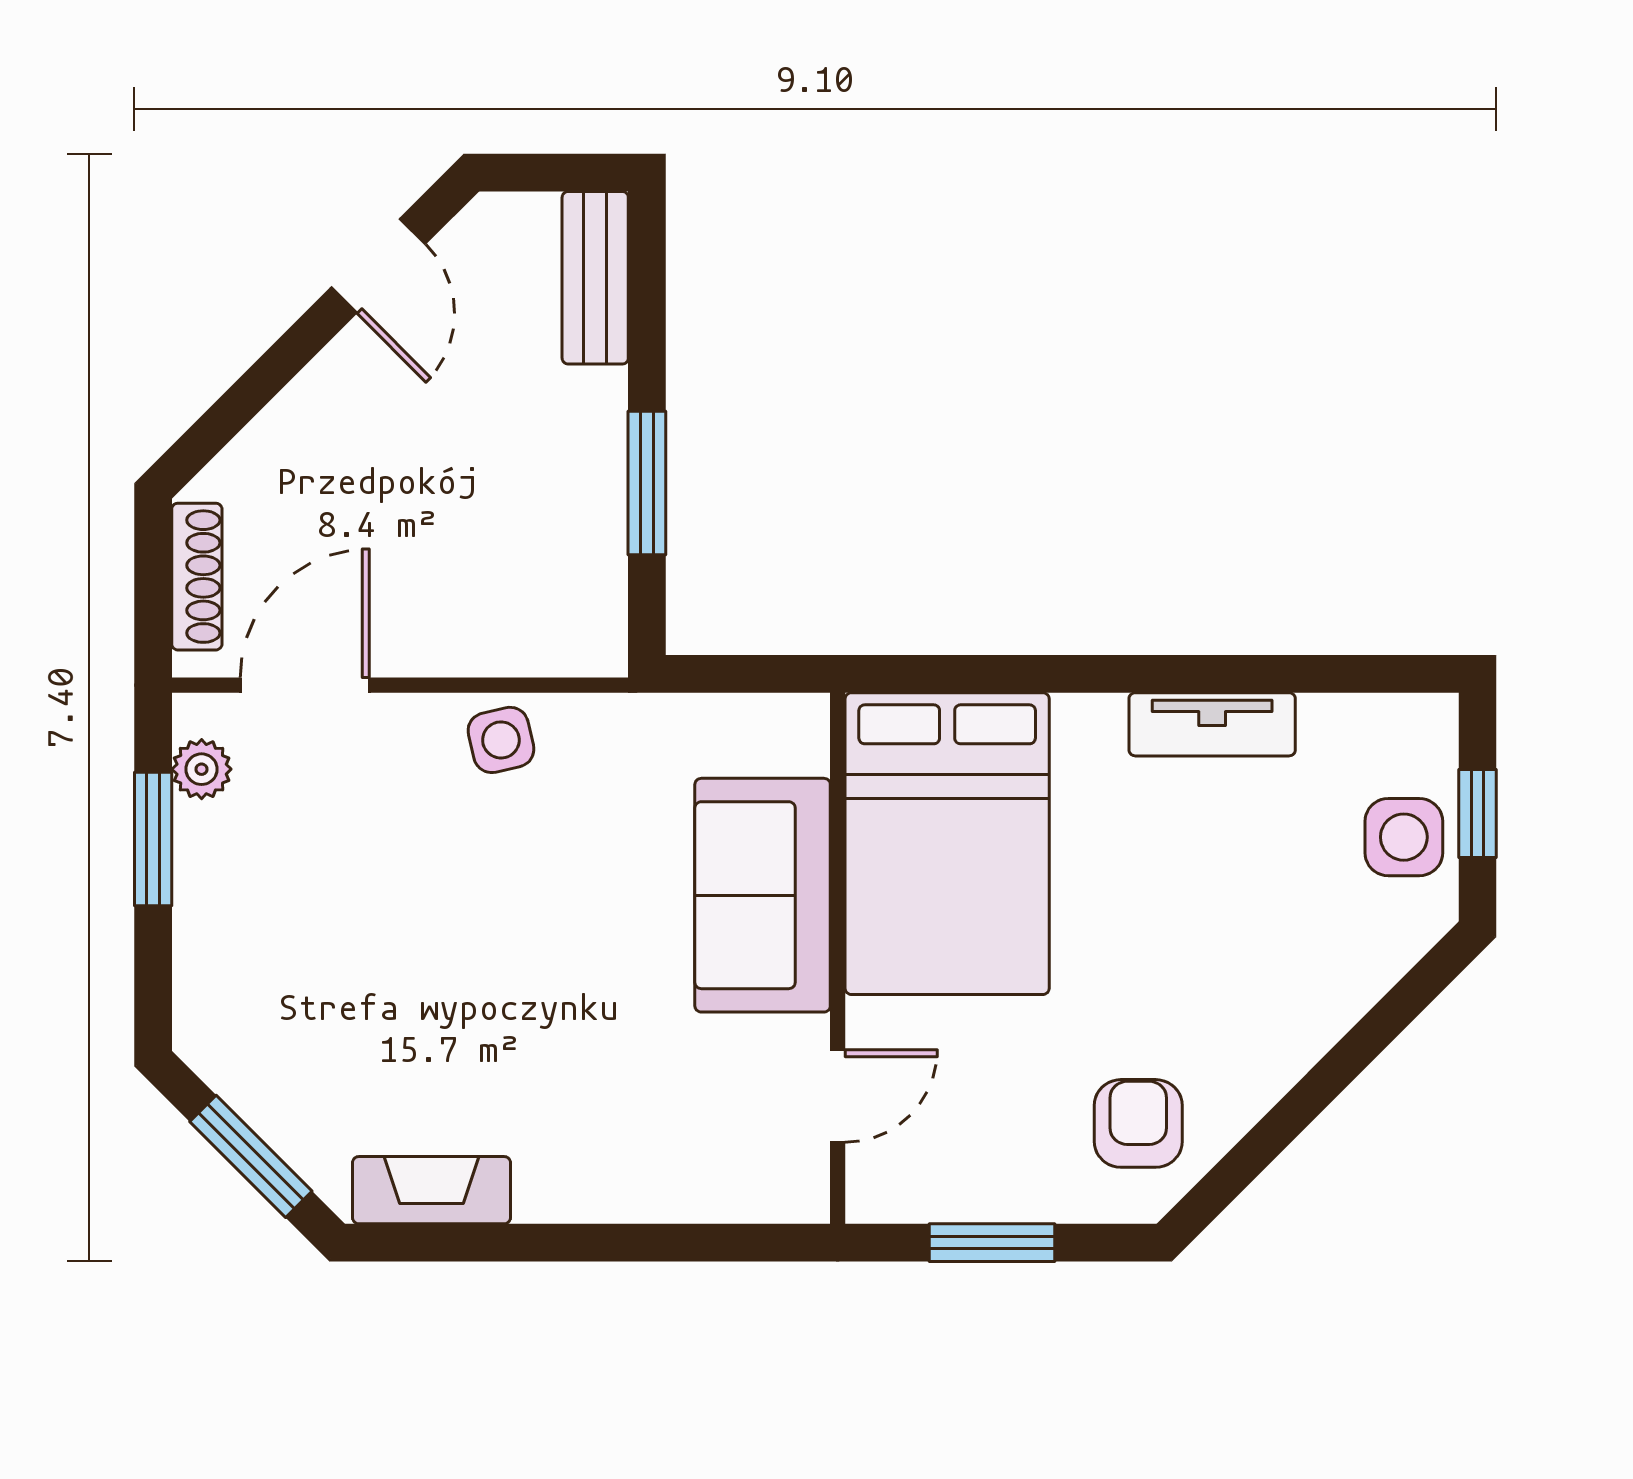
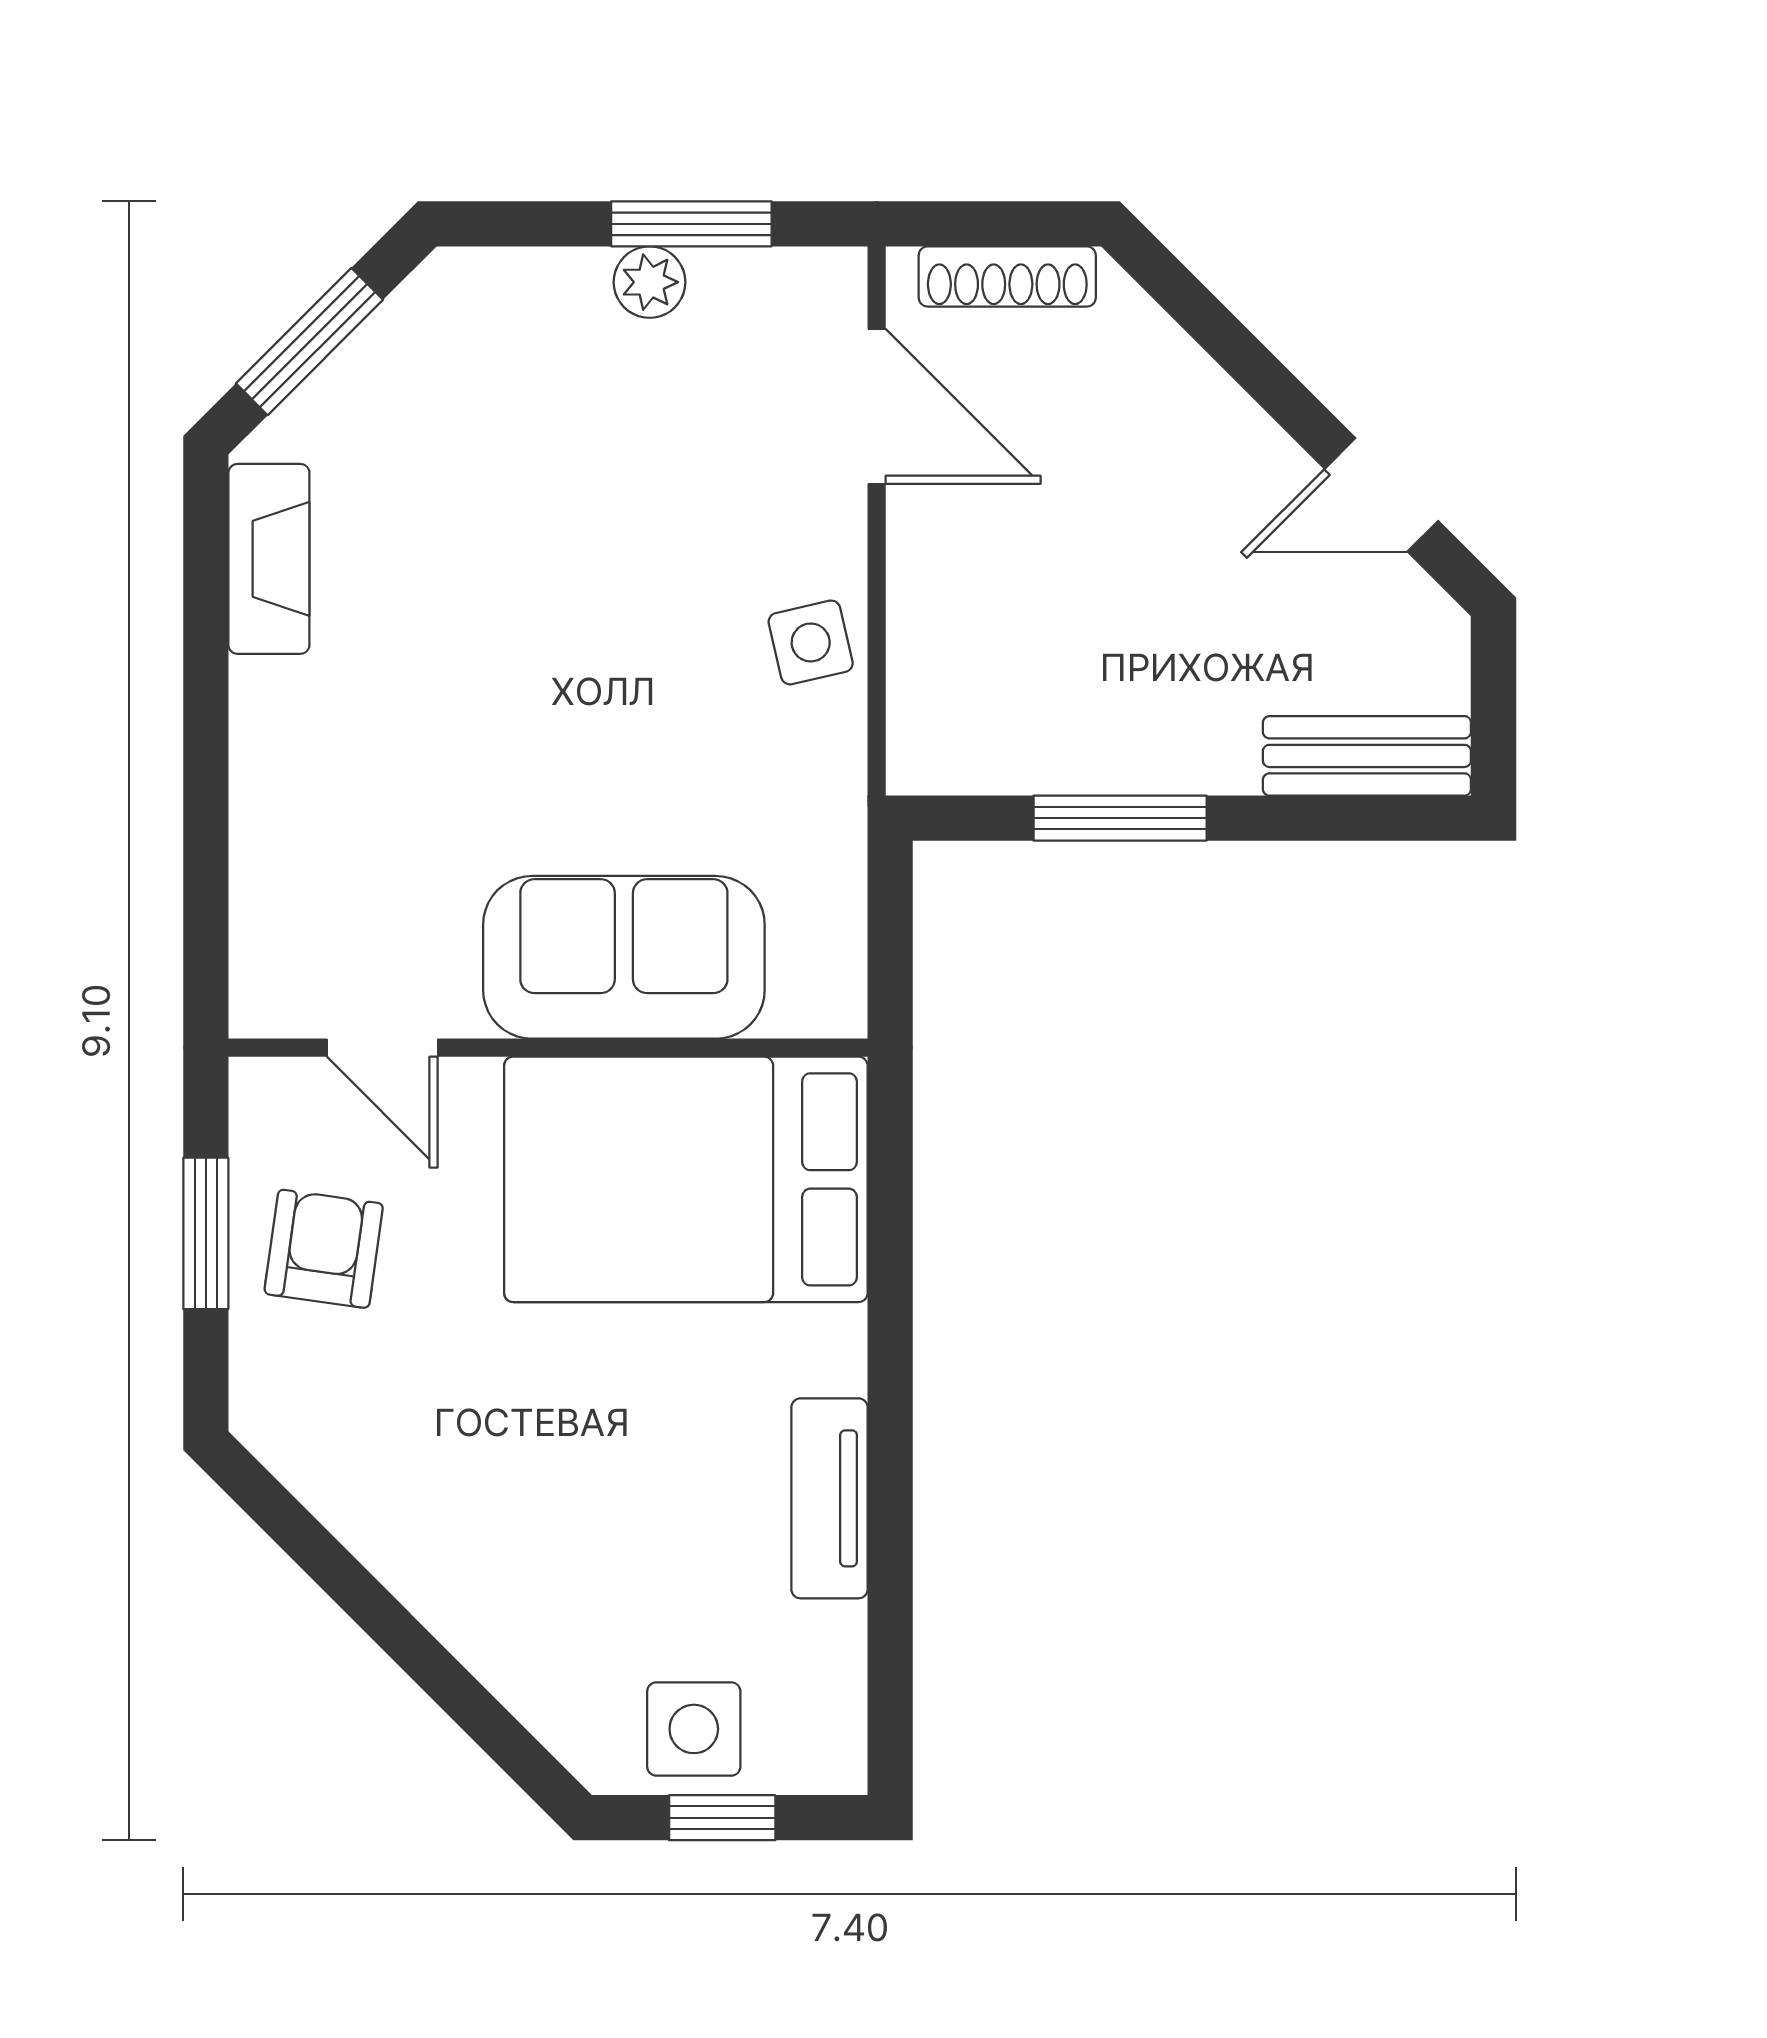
plant: (202, 769) -> (650, 282), moved
armchair: (1138, 1123) -> (324, 1249), moved, turned -82

